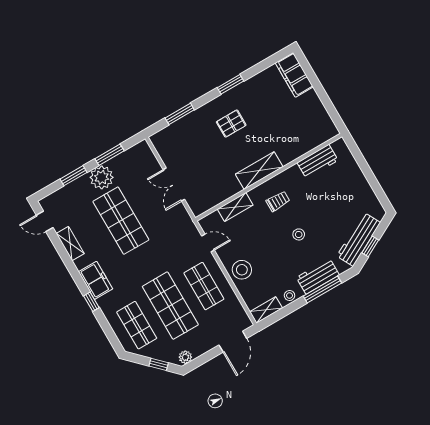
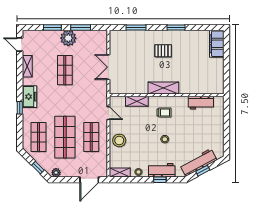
shop shelf: (121, 221) -> (65, 70), width x0.70, depth x0.74
window: (322, 289) -> (160, 180), width x0.46

